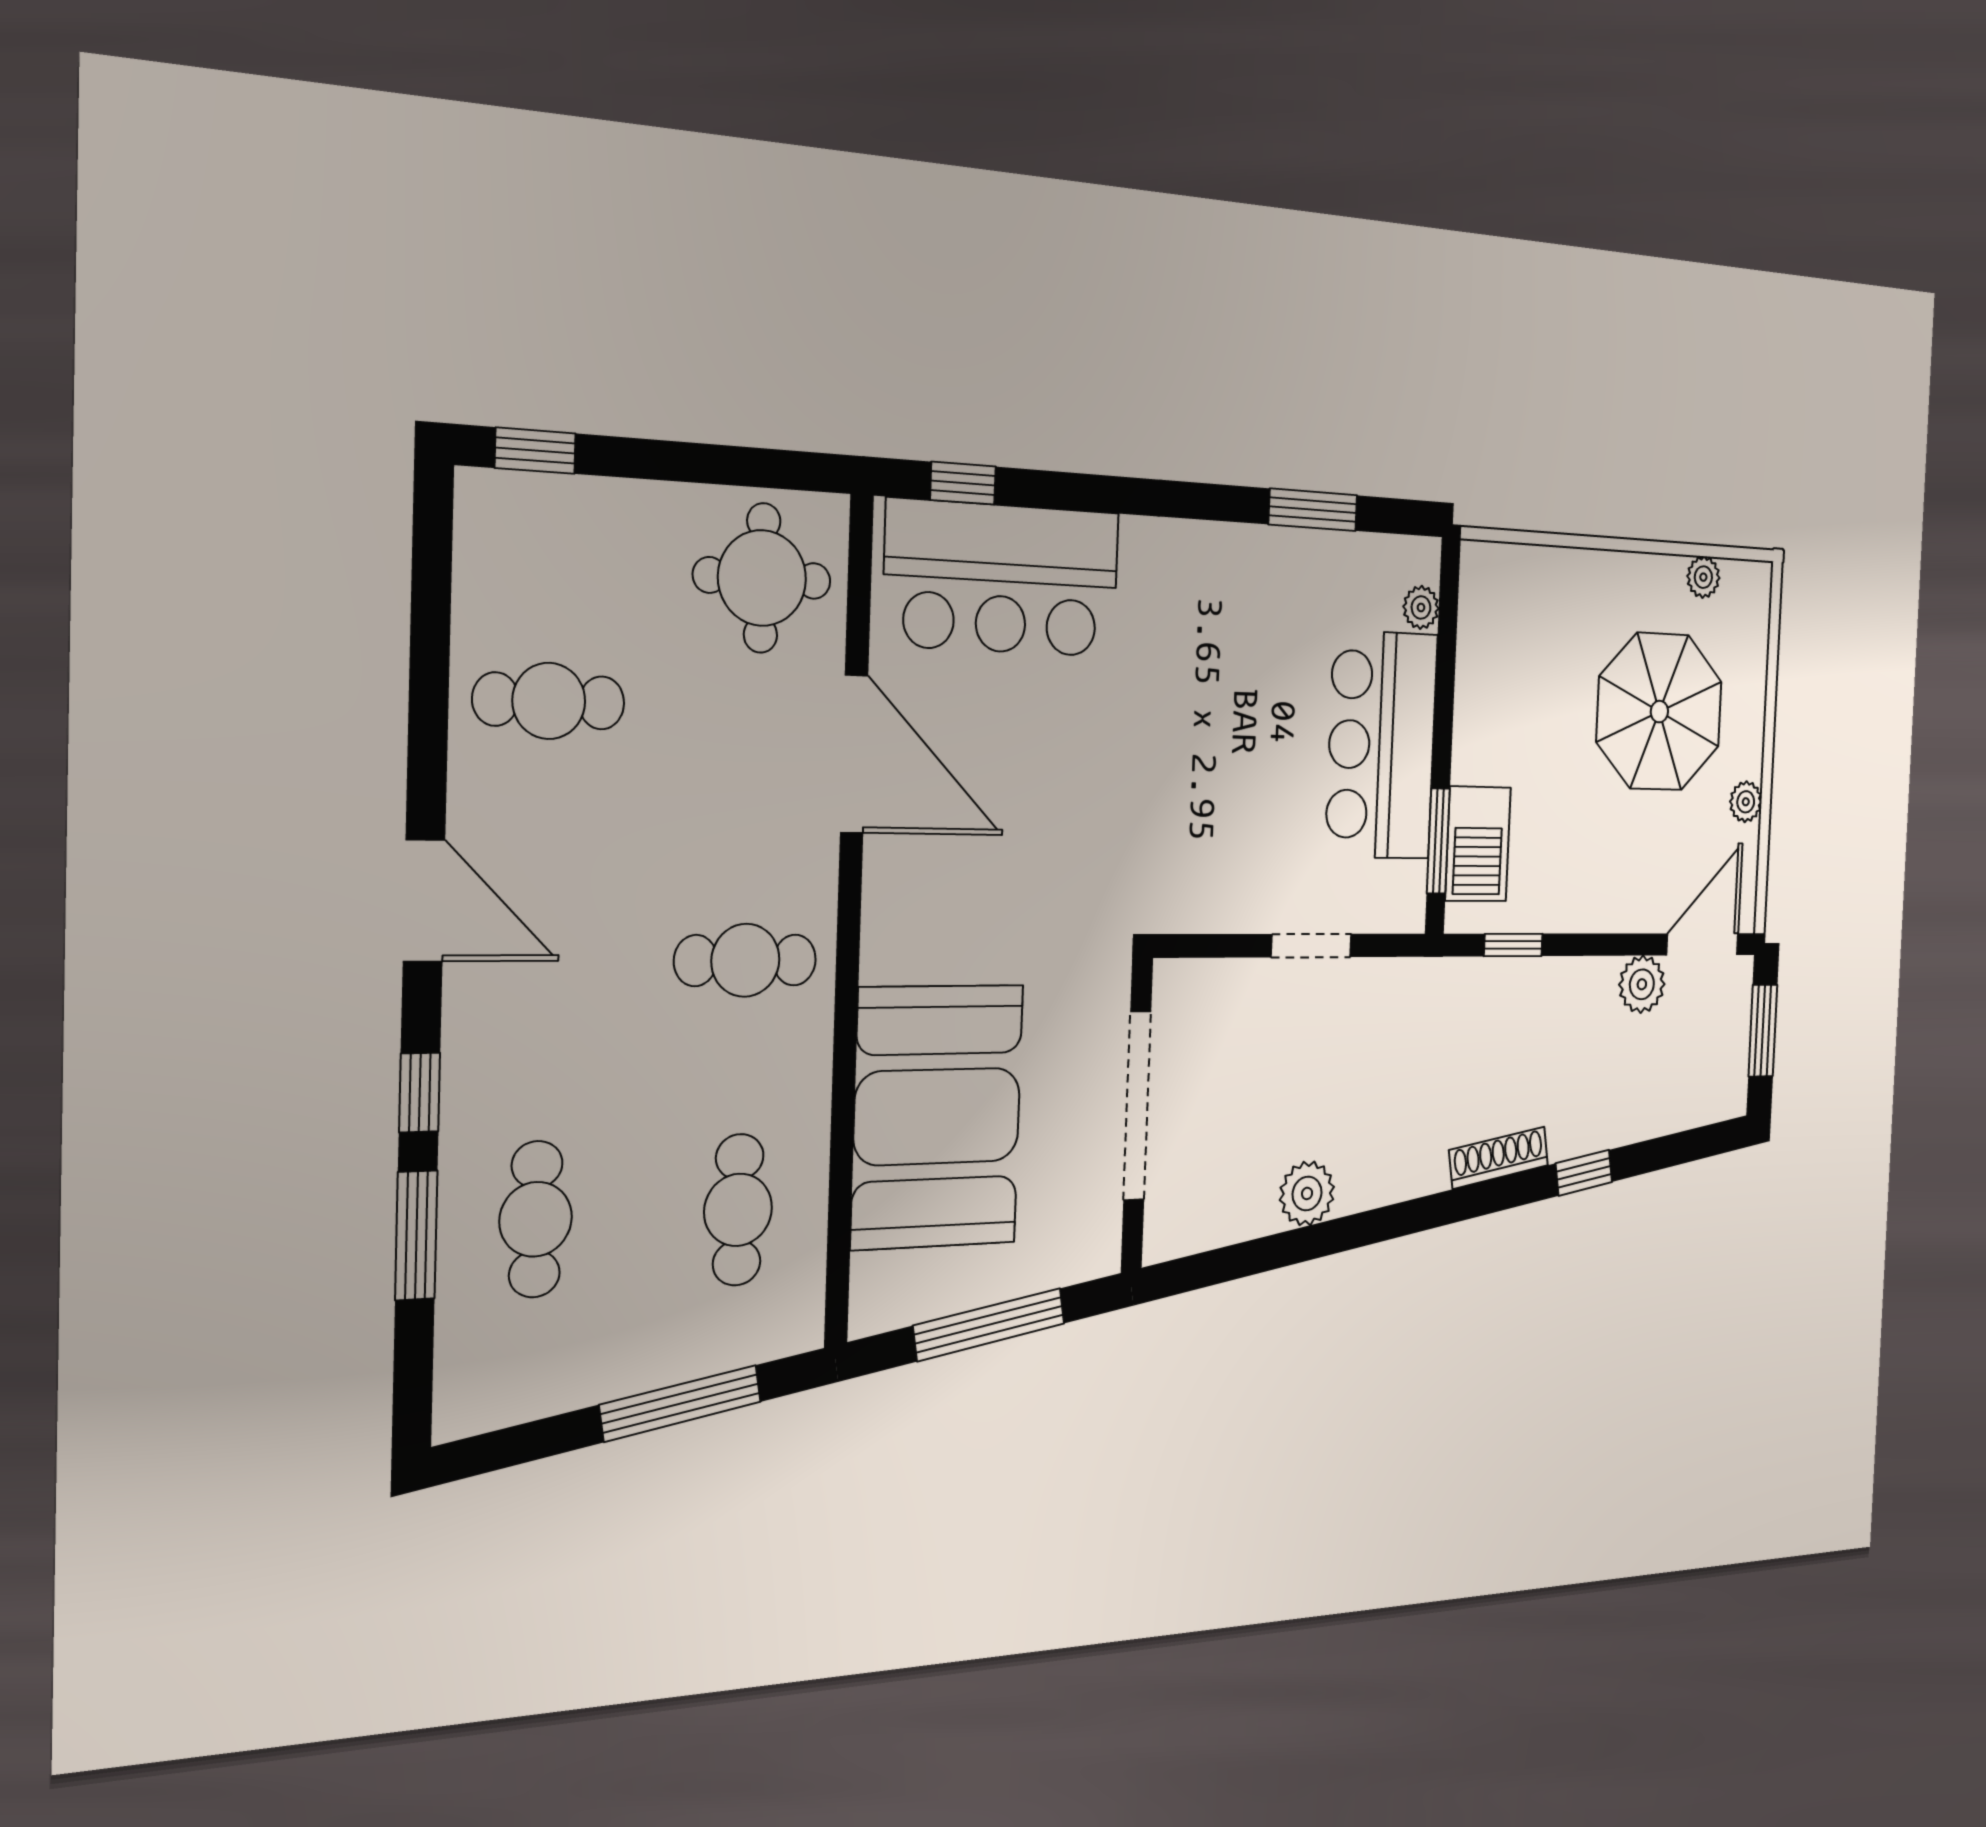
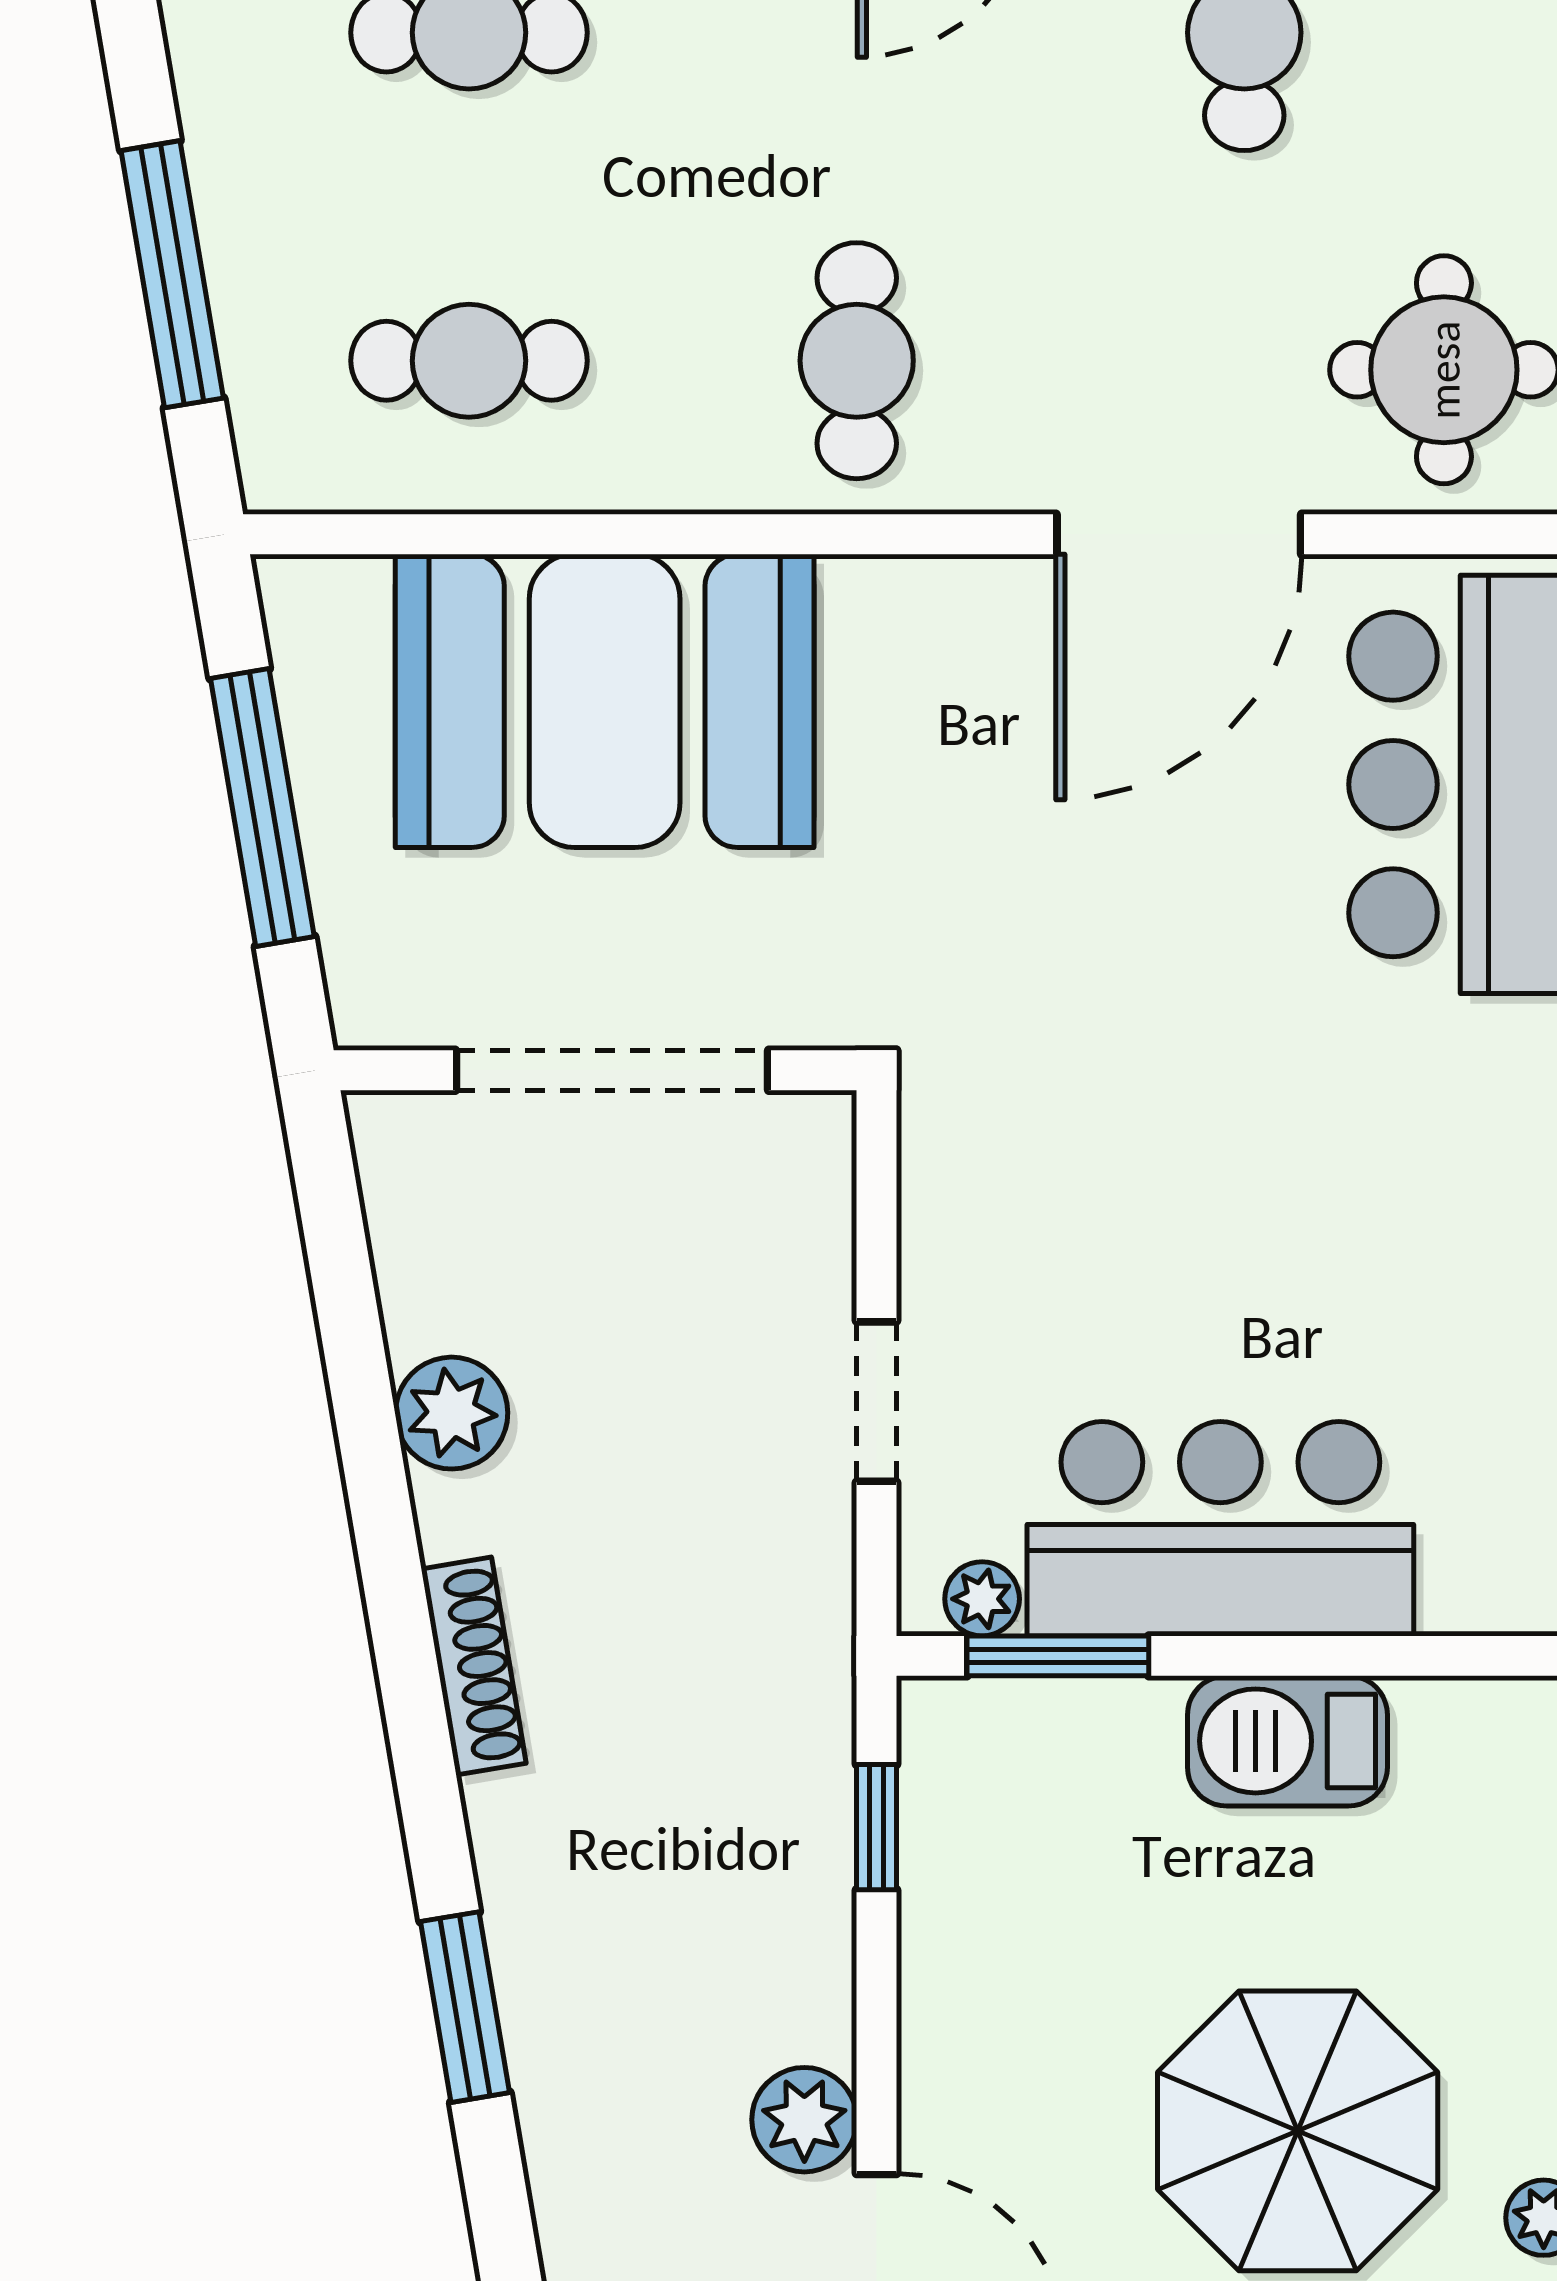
plant: (1421, 607) -> (982, 1599), moved
barbecue: (1478, 844) -> (1287, 1741), moved
shoe rack: (1499, 1158) -> (474, 1666), moved
window: (1584, 1173) -> (465, 2007), width x1.50

